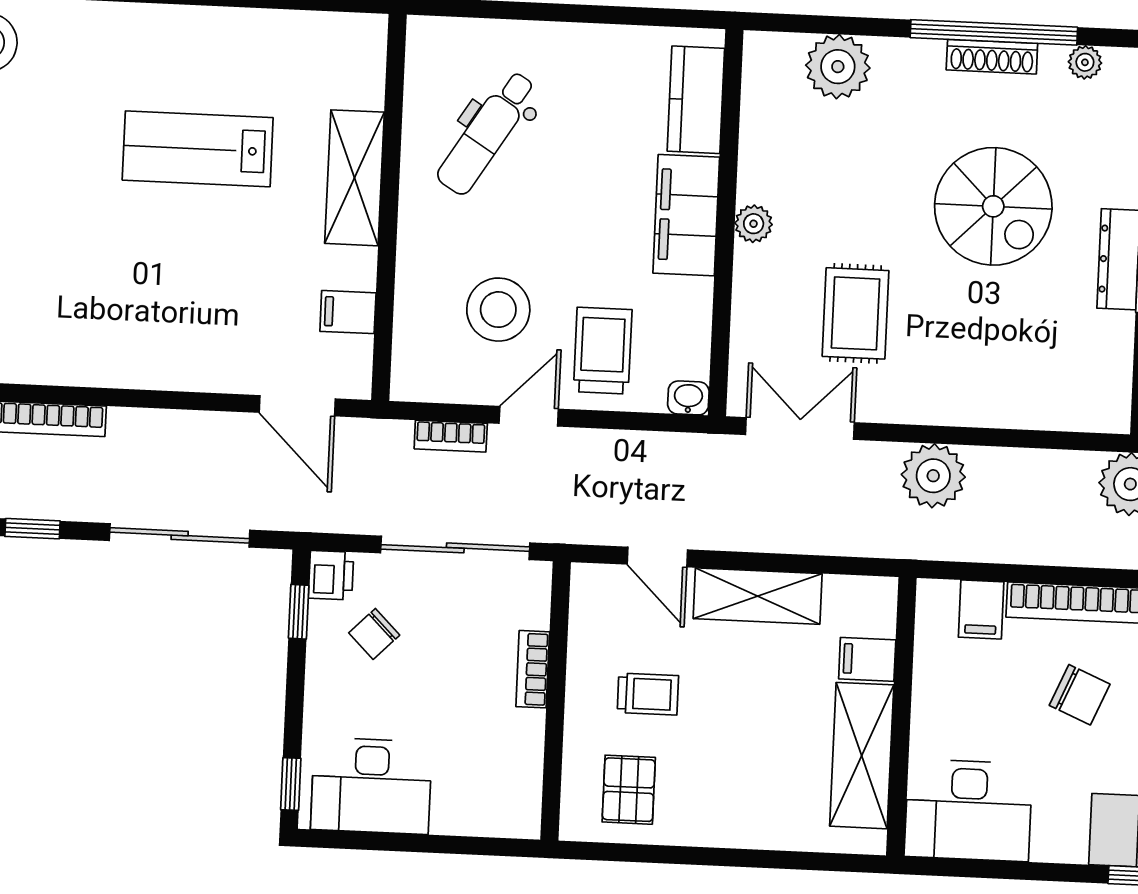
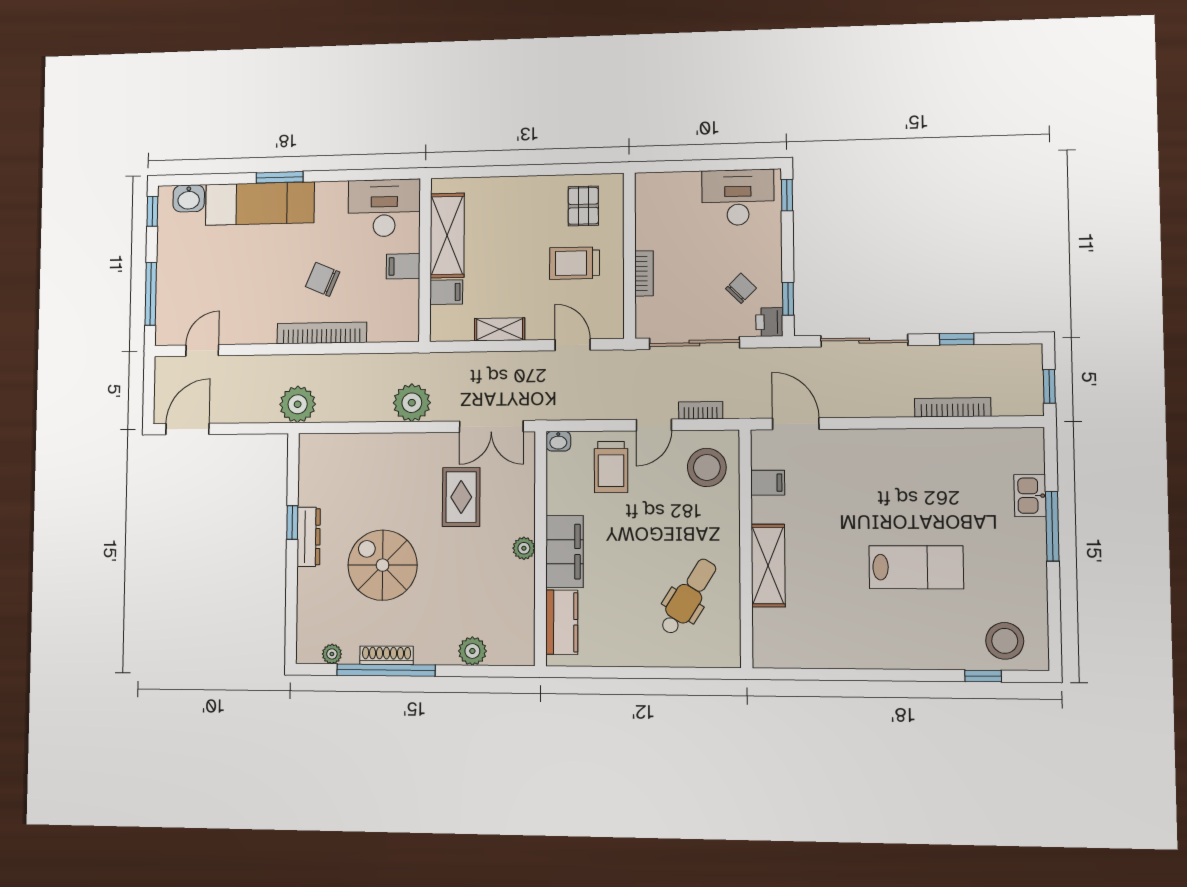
plant: (838, 67) -> (472, 651), width x0.73, depth x0.73
lab bench: (198, 149) -> (916, 567), moved
stool: (498, 310) -> (707, 467), moved
shelving: (758, 596) -> (500, 329), width x0.67, depth x0.75
filing cabinet: (981, 609) -> (403, 266), moved, turned -90
trolley: (648, 694) -> (574, 263), width x1.36, depth x1.39

